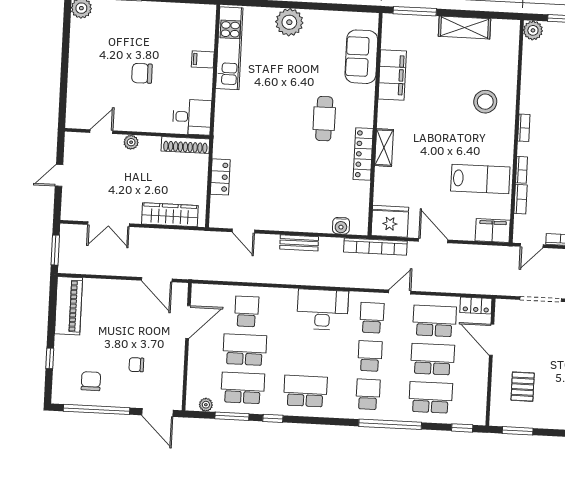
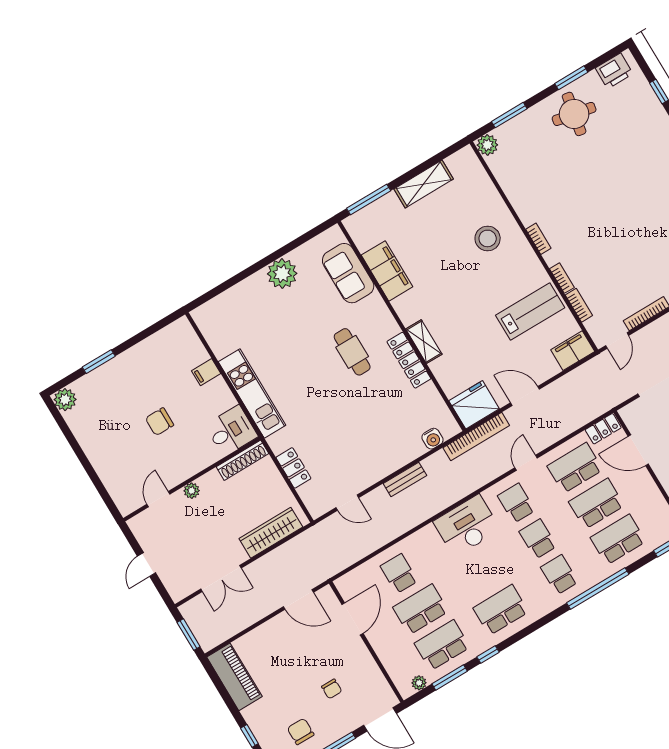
plant: (289, 22) -> (282, 274), moved
kitchen unit: (229, 48) -> (252, 393), moved
chair: (136, 365) -> (332, 689), turned -90

